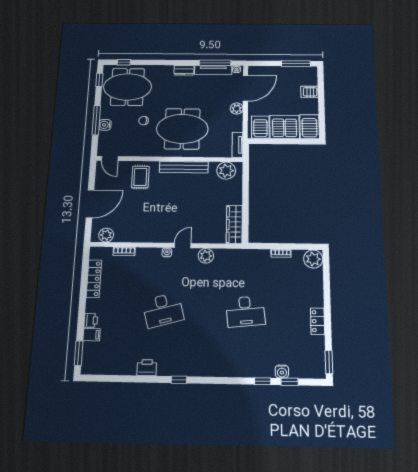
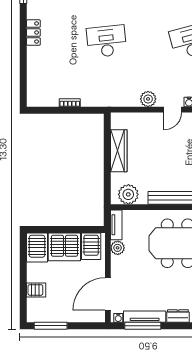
plant: (237, 109) -> (118, 248), moved
wardrobe: (234, 225) -> (119, 151), moved
plant: (313, 259) -> (36, 97), removed

